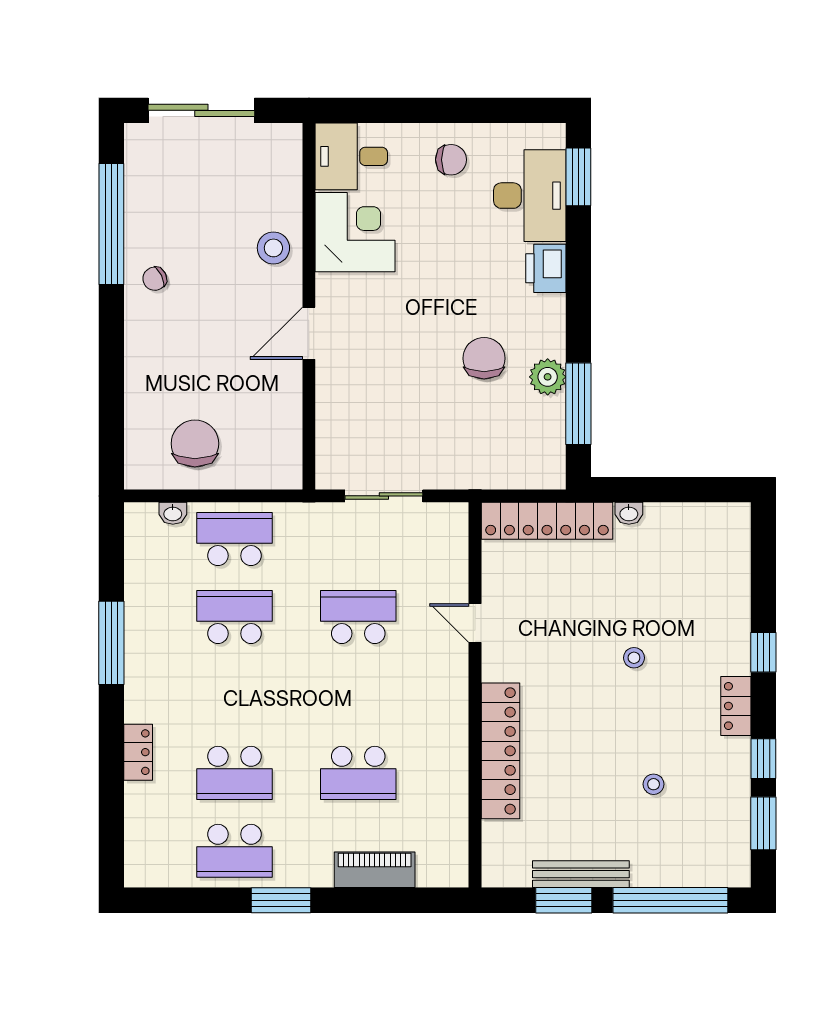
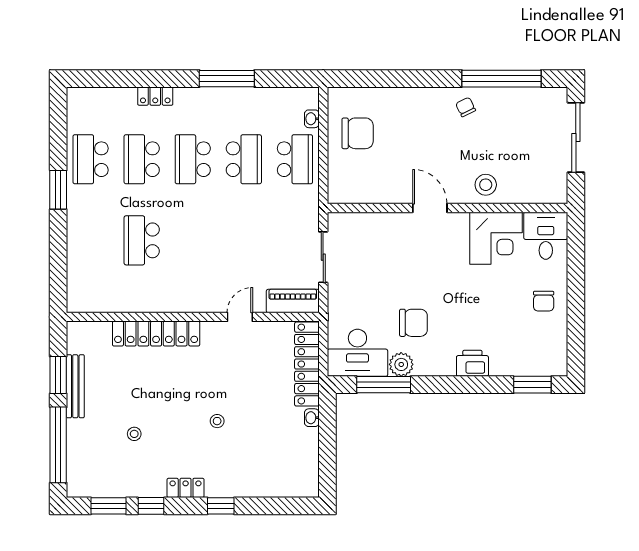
desk: (530, 196) -> (357, 353), moved
school desk: (358, 617) -> (193, 159), moved, turned 180
piano: (375, 870) -> (293, 301), moved, turned -90

